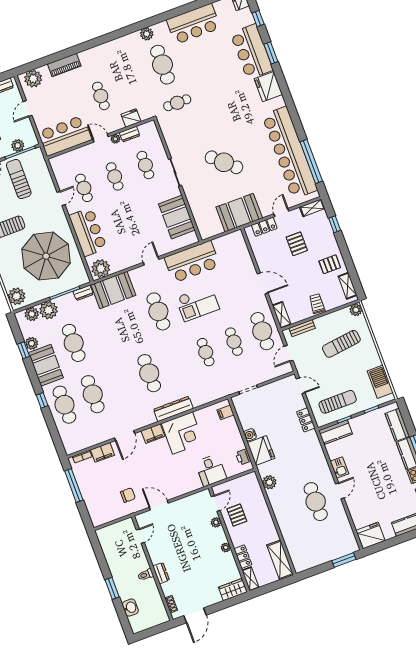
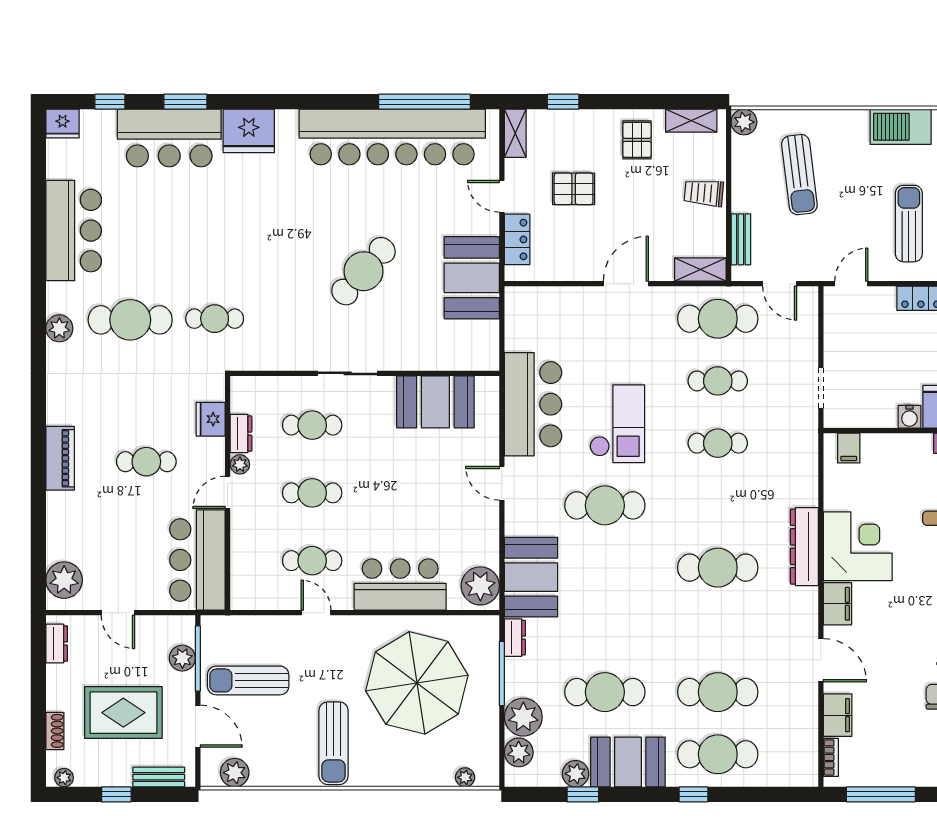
piano: (64, 65) -> (60, 458), moved
cafe table: (177, 103) -> (215, 319), turned 90
plant: (17, 296) -> (465, 777), width x0.53, depth x0.53

